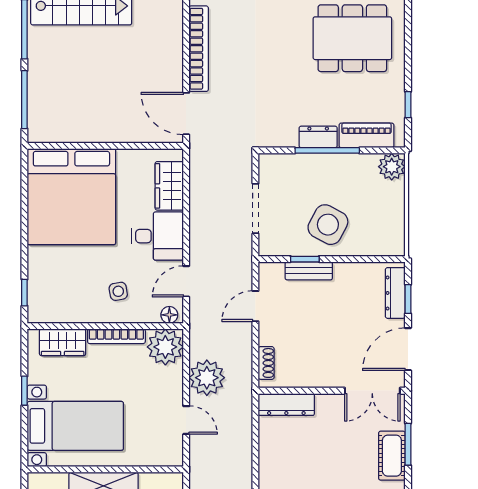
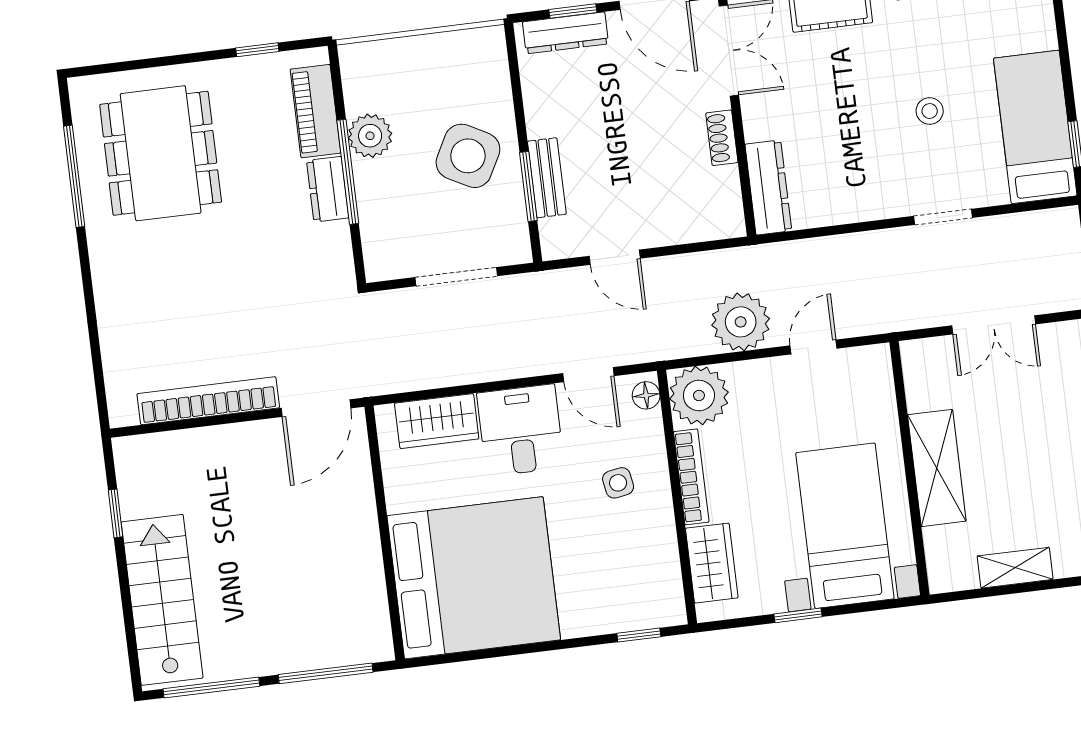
plant: (392, 167) -> (370, 136), moved
window: (305, 259) -> (528, 186), width x1.50
shoe rack: (266, 363) -> (722, 138), moved, turned -90

